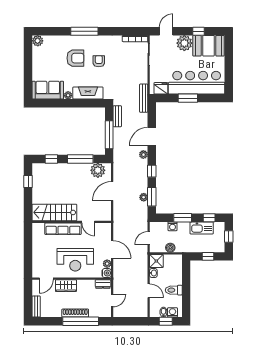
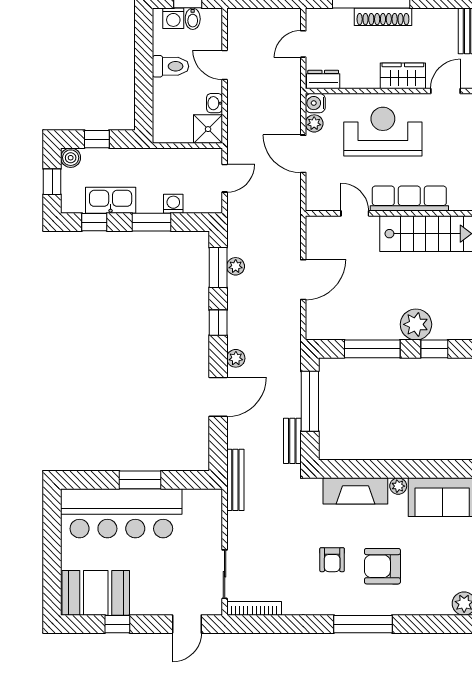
plant: (184, 43) -> (148, 599), removed
fridge: (161, 88) -> (198, 501), removed
plant: (98, 170) -> (416, 324), moved
boiler: (170, 248) -> (71, 158), moved

